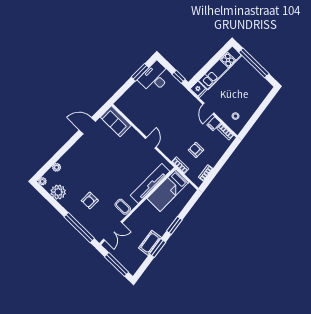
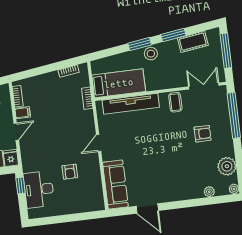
window: (140, 72) -> (55, 220), removed
desk: (155, 78) -> (39, 189), moved, turned 90
sofa: (116, 121) -> (115, 185), width x1.36
armchair: (196, 150) -> (70, 172), moved
stool: (162, 225) -> (151, 54), added
cot: (150, 243) -> (193, 42), moved

